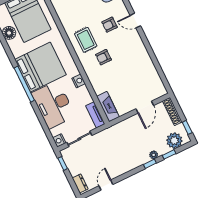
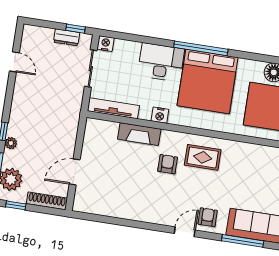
armchair: (110, 25) -> (208, 217), moved
desk: (53, 105) -> (161, 62), width x0.73, depth x0.77
fireplace: (108, 107) -> (139, 134), moved
door: (145, 107) -> (75, 172), hinge flipped
tv unit: (95, 115) -> (113, 108), width x1.41
dresser: (80, 183) -> (67, 37), moved

